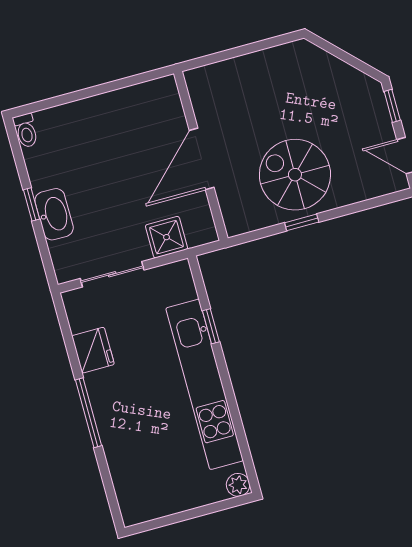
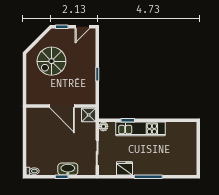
spiral stairs: (295, 175) -> (51, 61), moved
shower: (166, 237) -> (89, 115), moved
kitchen unit: (205, 384) -> (141, 129), width x0.73
plant: (238, 485) -> (103, 126), moved

